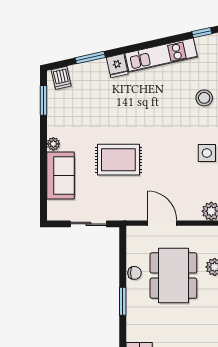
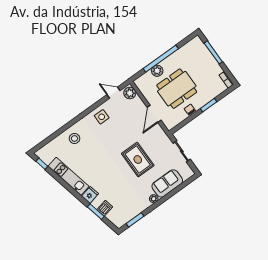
dishwasher: (61, 78) -> (105, 208), moved

